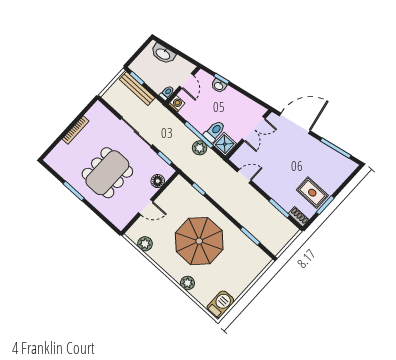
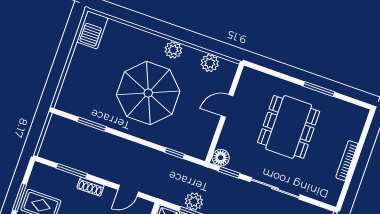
floor lamp: (158, 181) -> (221, 158), moved
shoe rack: (299, 217) -> (90, 187), moved
plant: (188, 283) -> (173, 50), moved

